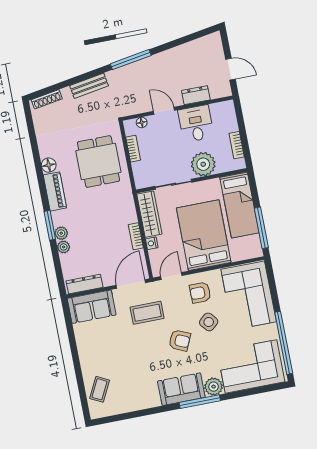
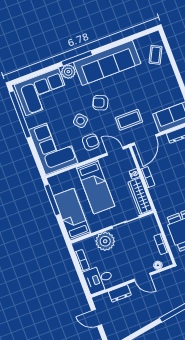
desk: (196, 124) -> (99, 279), moved, turned 90
bed: (204, 235) -> (96, 187), width x0.67
door: (171, 276) -> (115, 151), swing flipped
sofa: (181, 389) -> (107, 63), width x1.85, depth x1.27

